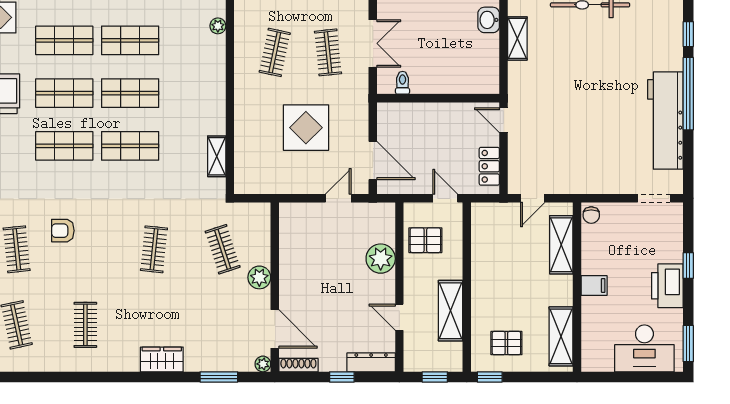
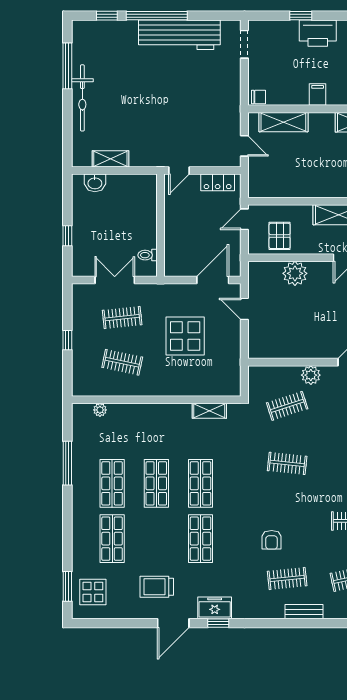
shop shelf: (64, 93) -> (156, 539), removed

